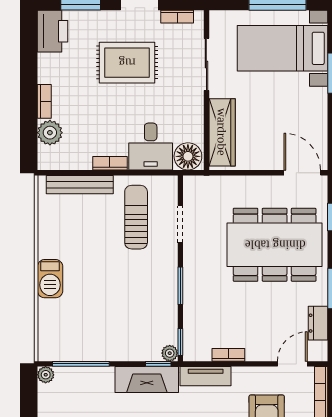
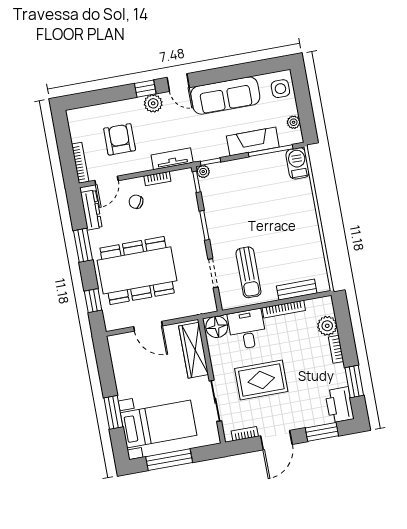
window: (29, 57) -> (354, 381), added
rug: (127, 63) -> (261, 380), moved
bookcase: (110, 163) -> (284, 309), width x1.56
door: (302, 173) -> (148, 326), moved
bench: (80, 185) -> (297, 290), width x0.73
barbecue: (50, 279) -> (298, 163), moved
dresser: (318, 323) -> (91, 210), width x1.44
chair: (260, 331) -> (136, 202), added
plant: (46, 375) -> (294, 122), moved
fireplace: (147, 379) -> (253, 141), moved

